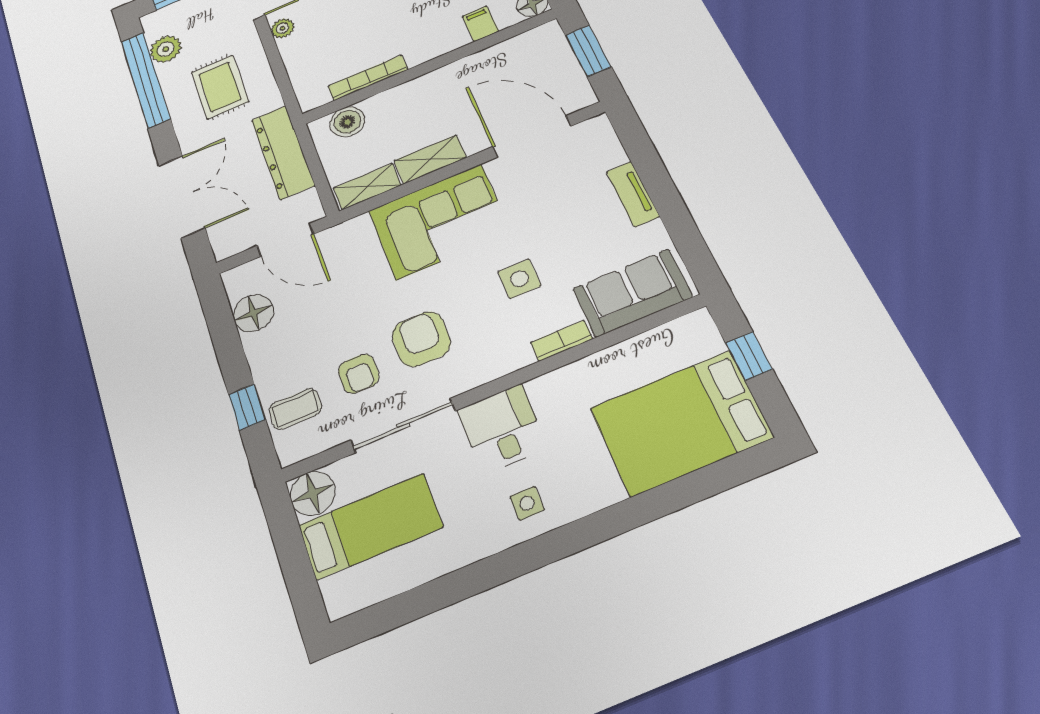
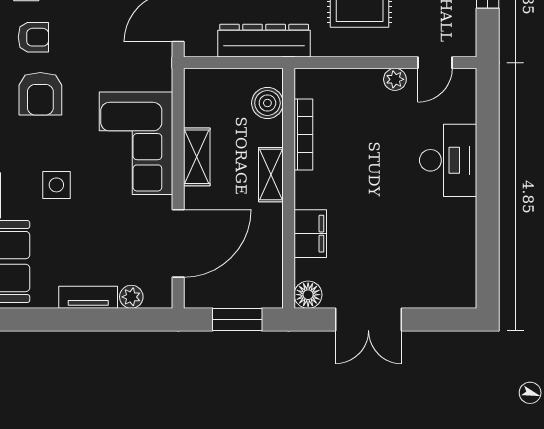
filing cabinet: (480, 24) -> (310, 234), width x2.00
plant: (612, 154) -> (131, 297), added
shelving: (367, 187) -> (271, 175), moved
armchair: (421, 339) -> (40, 94), turned 90
armchair: (359, 374) -> (33, 37), turned 180

